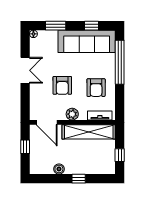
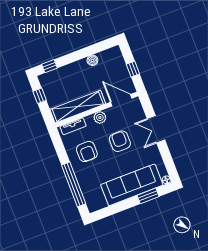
window: (91, 26) -> (114, 209), removed
sofa: (87, 41) -> (132, 185), moved
double door: (25, 70) -> (156, 129), moved
armchair: (96, 88) -> (87, 152), turned 180
window: (79, 179) -> (50, 66), moved

